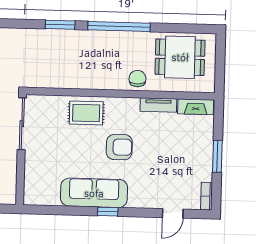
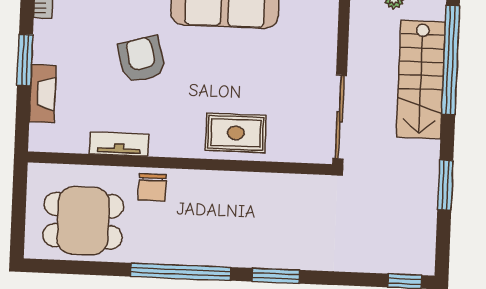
fireplace: (196, 107) -> (43, 94), moved, turned 90
armchair: (119, 147) -> (142, 59), moved, turned 75

